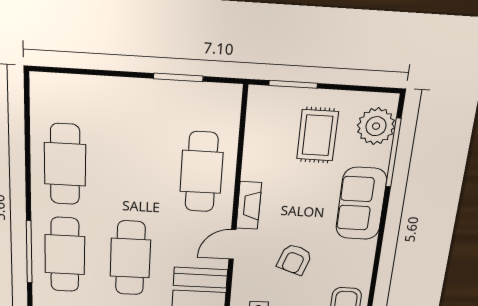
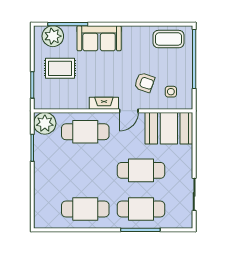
plant: (221, 103) -> (45, 123), added
door: (232, 244) -> (129, 111), hinge flipped
armchair: (295, 259) -> (144, 83), moved

